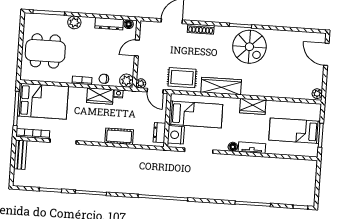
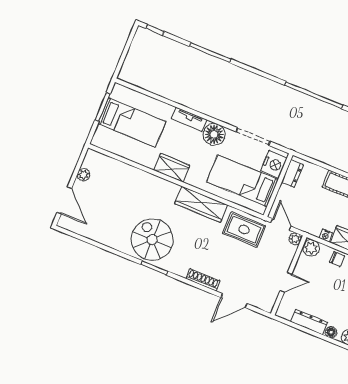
floor lamp: (129, 24) -> (331, 332), moved
plant: (317, 94) -> (83, 175), moved
floor lamp: (233, 147) -> (214, 134), width x1.89, depth x1.89

